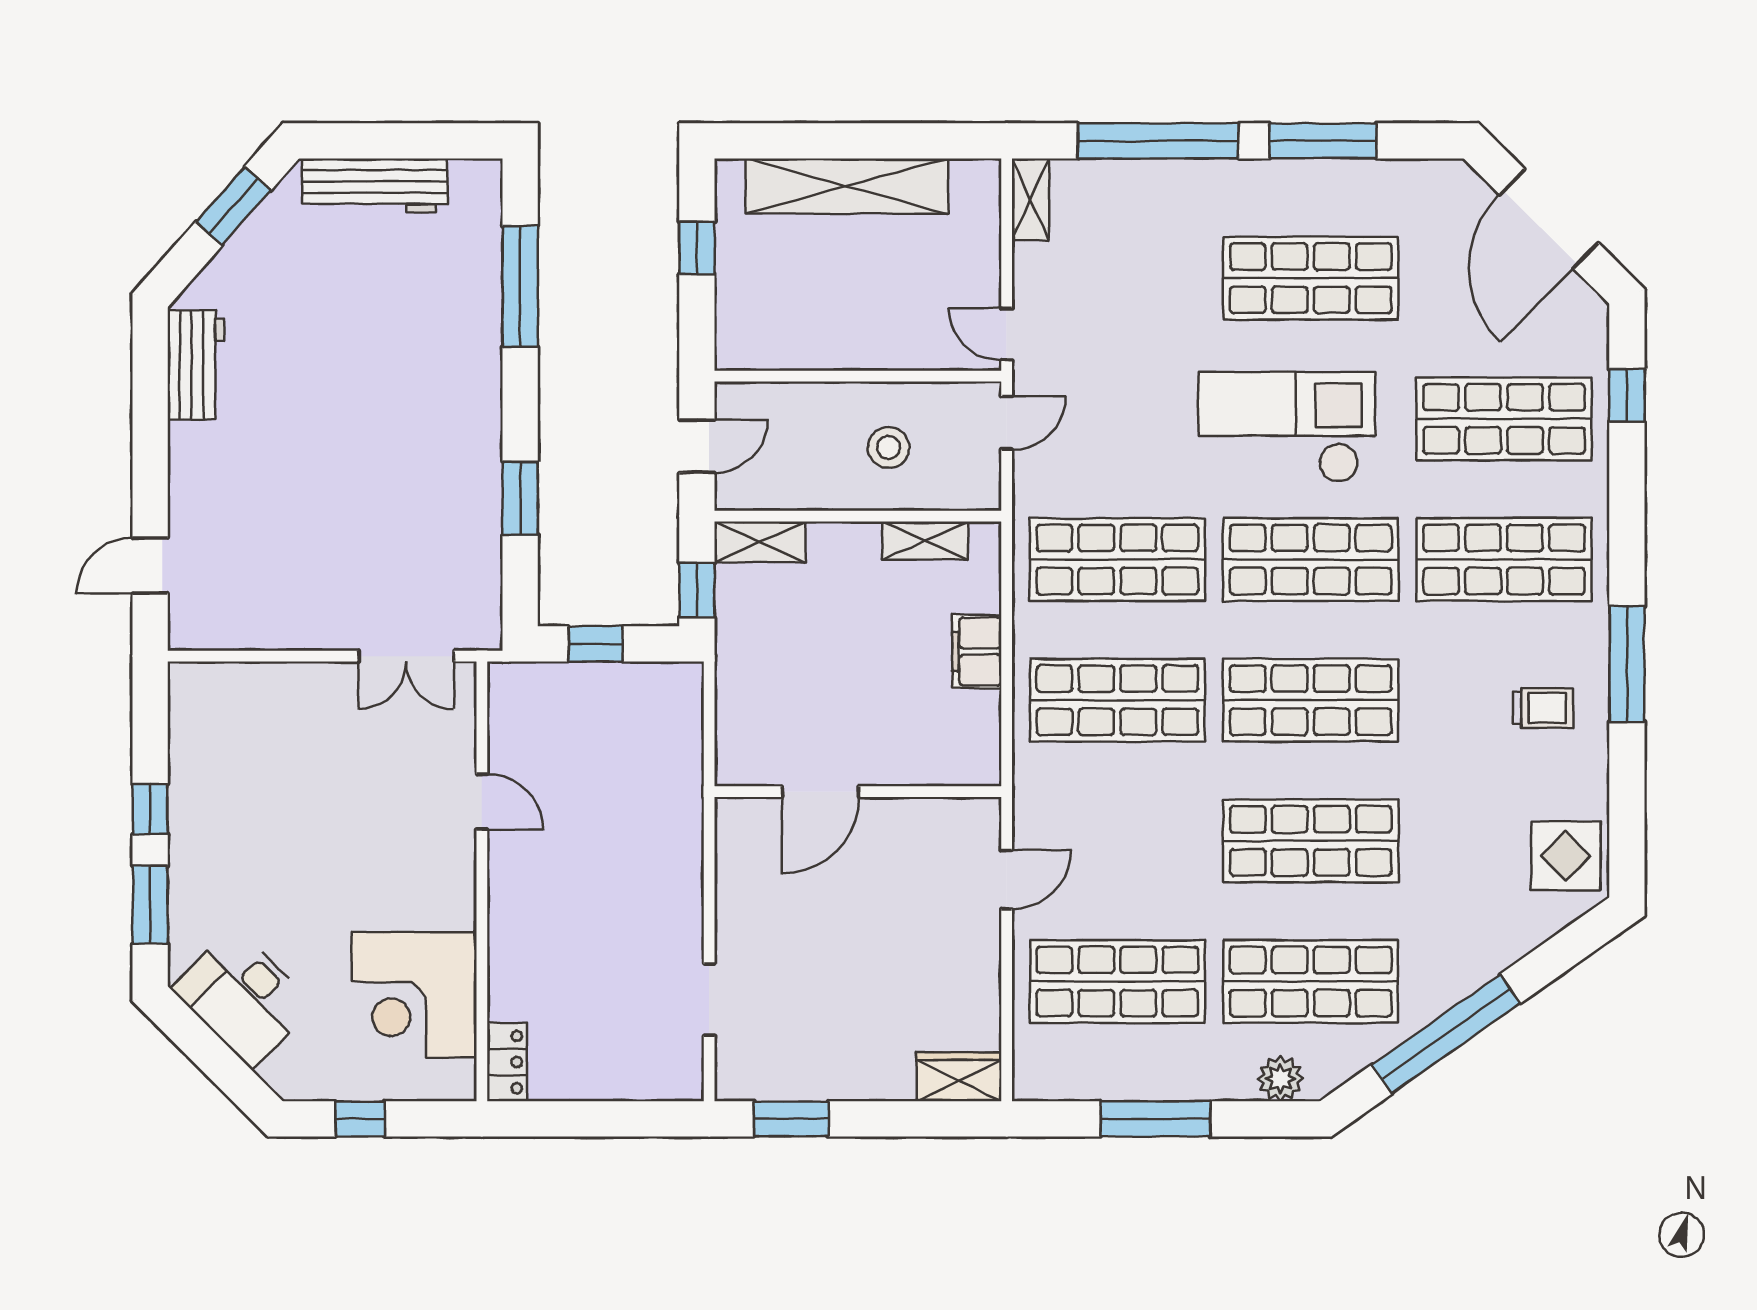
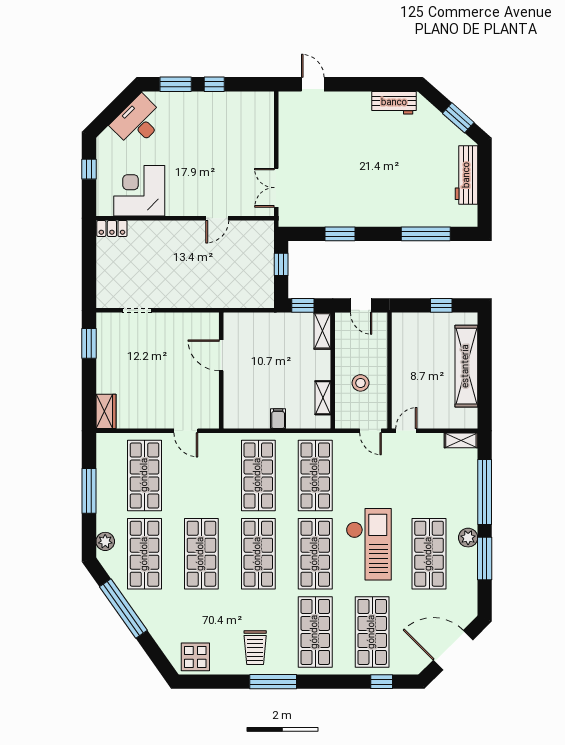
plant: (1271, 182) -> (468, 538), added
filing cabinet: (977, 651) -> (278, 419), width x0.50
trolley: (1543, 708) -> (255, 648), width x1.36, depth x1.39

